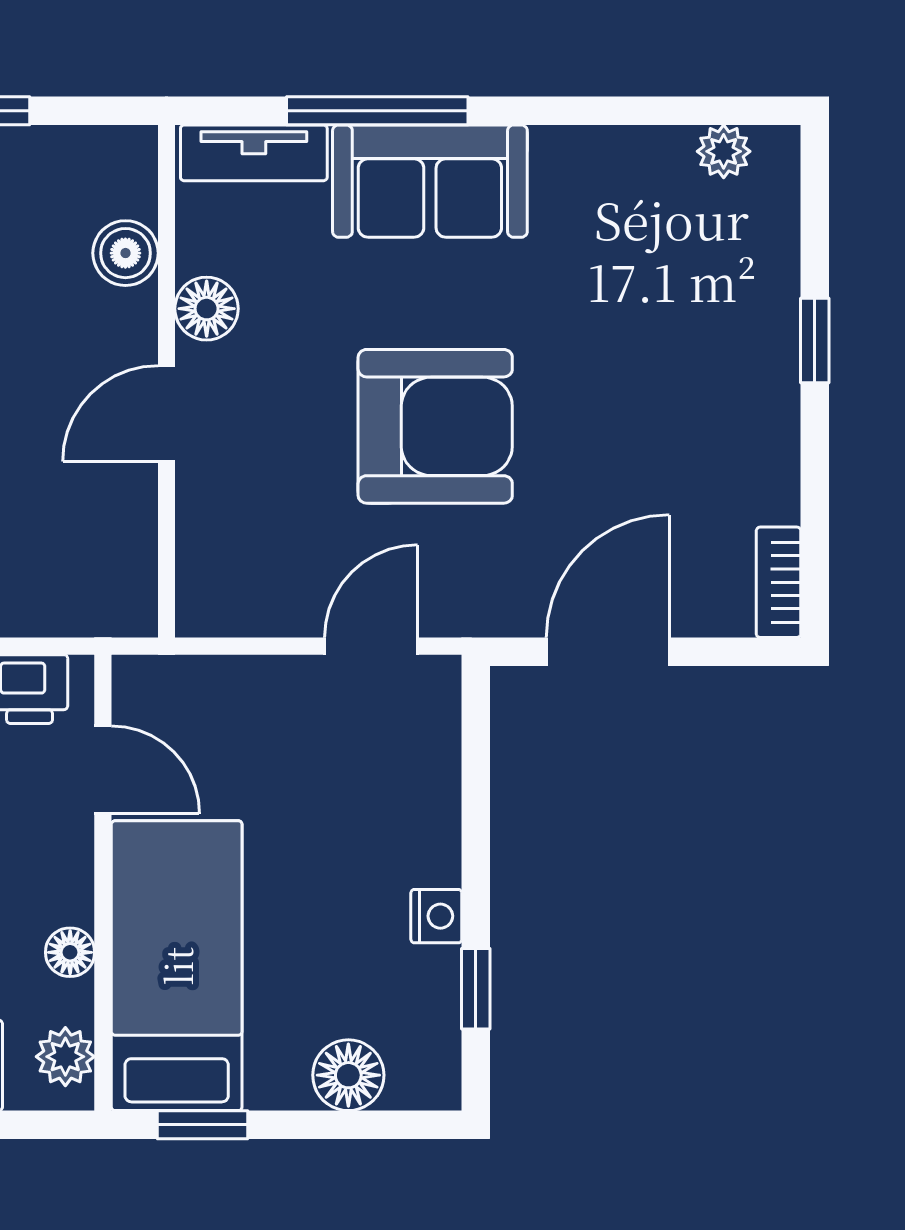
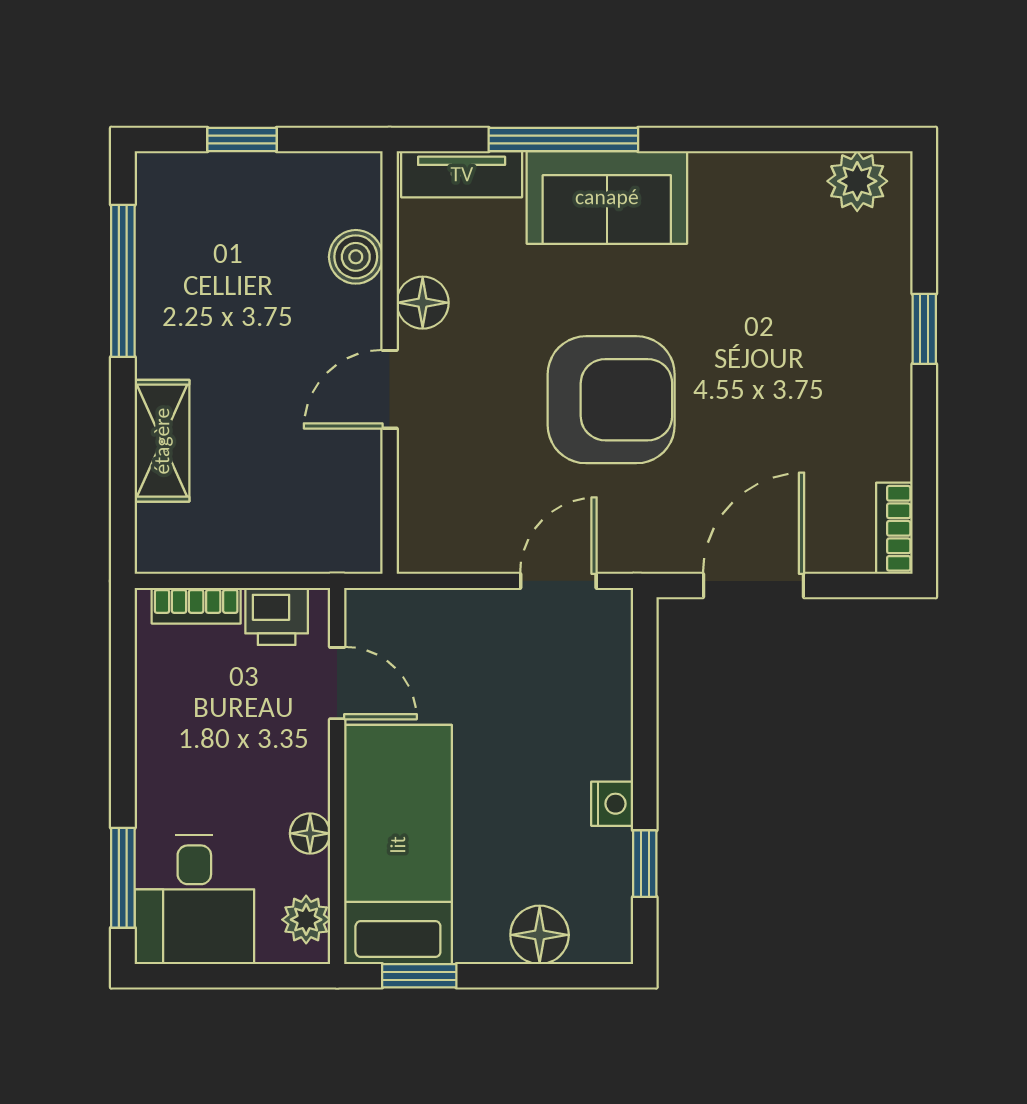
plant: (724, 151) -> (857, 181), width x1.38, depth x1.38

